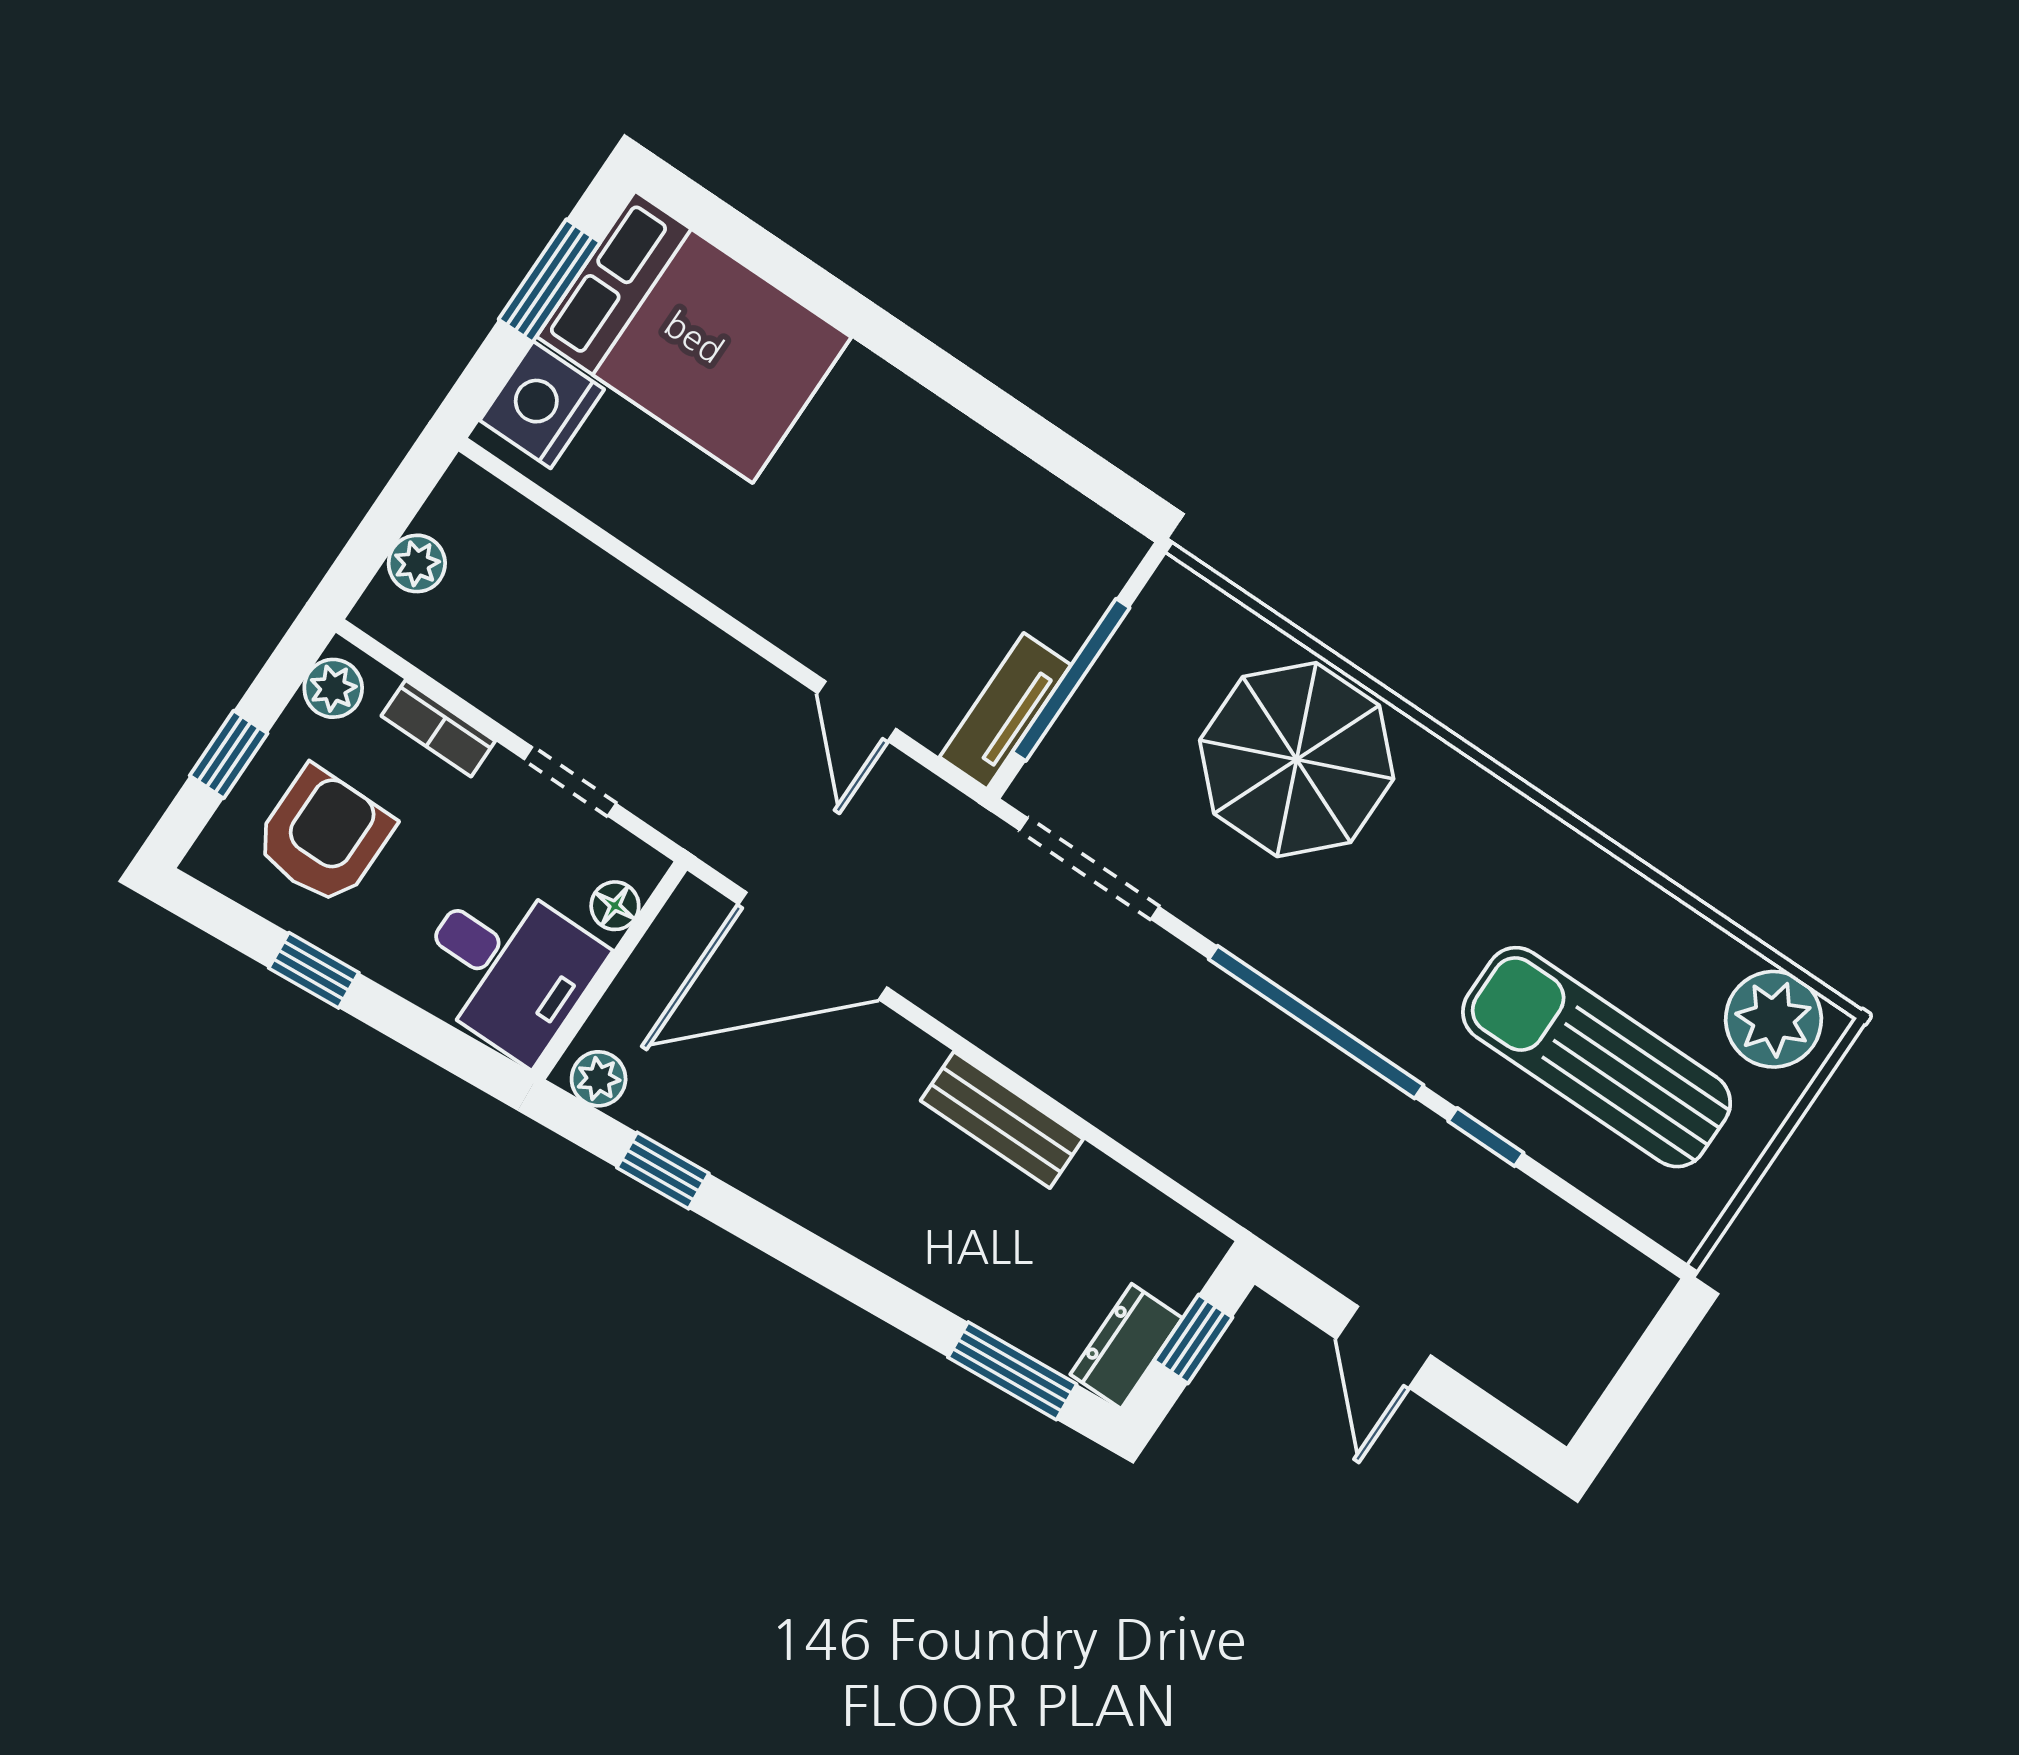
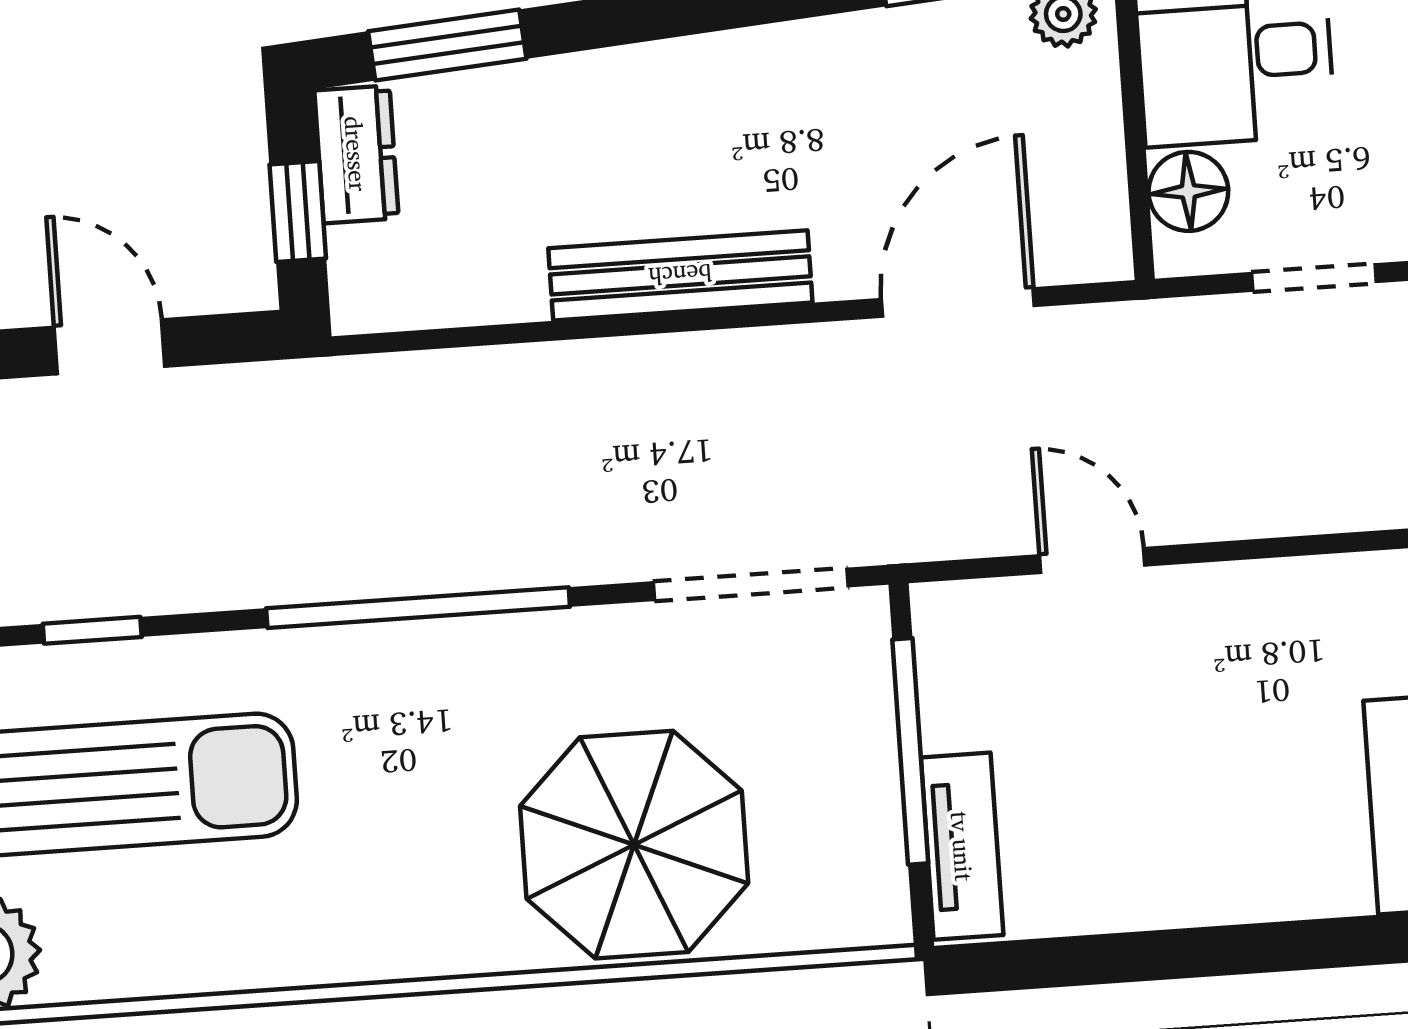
tv unit: (1005, 711) -> (962, 846), moved
floor lamp: (615, 906) -> (1188, 191), width x1.37, depth x1.37
door: (813, 946) -> (958, 302), width x0.73
bench: (1002, 1120) -> (680, 275), width x1.36
window: (1486, 1137) -> (92, 630), moved

